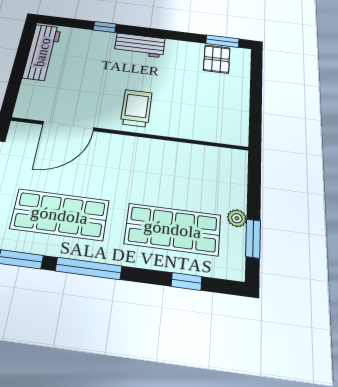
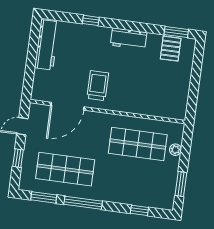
workbench: (140, 45) -> (129, 39), moved
trolley: (136, 108) -> (98, 86), moved
plant: (237, 218) -> (175, 150), moved
shop shelf: (173, 229) -> (138, 144), moved

